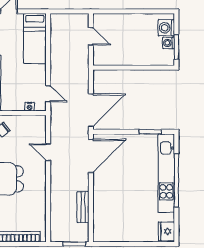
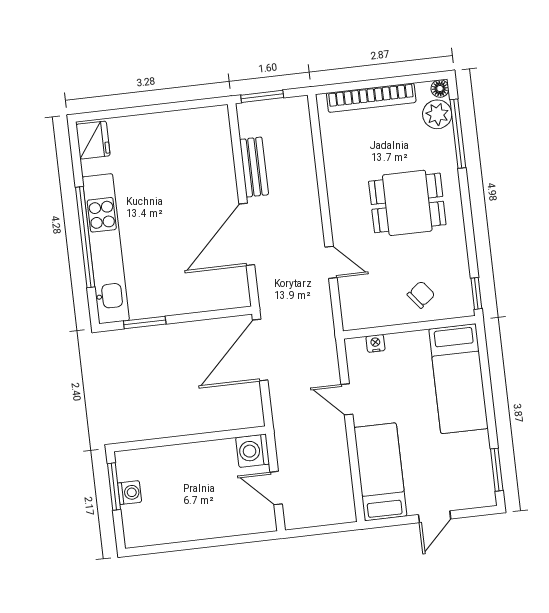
washing machine: (166, 28) -> (253, 451), moved, turned 180
door: (48, 94) -> (347, 399), moved
door: (91, 156) -> (247, 234), moved

